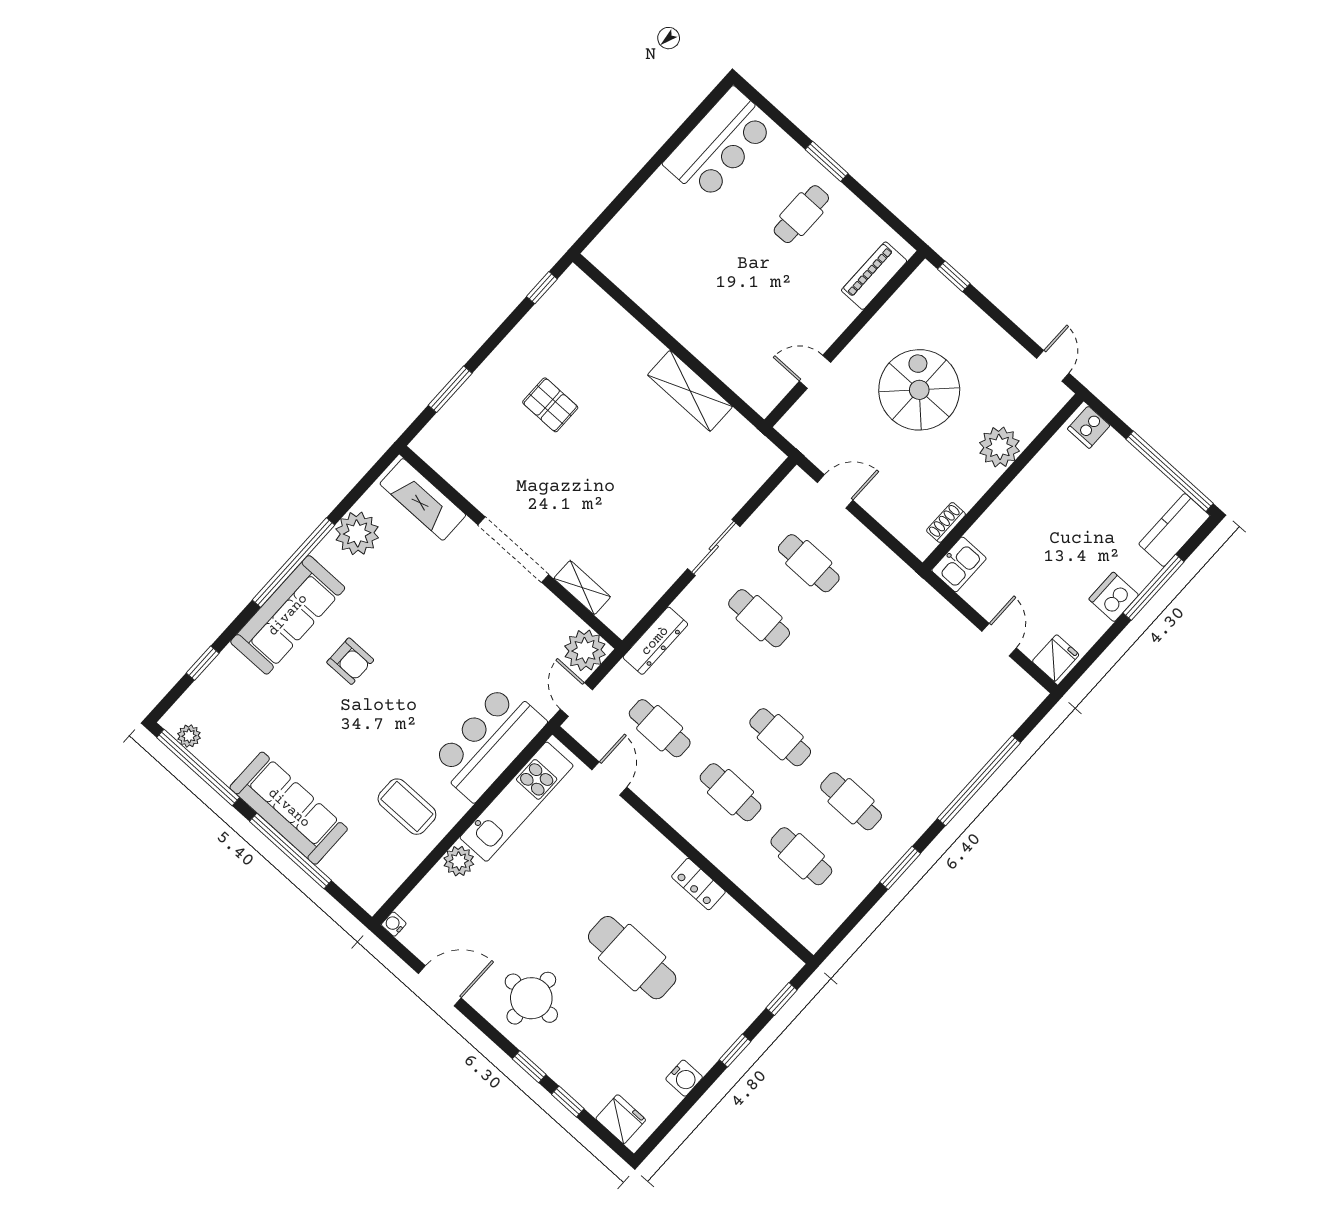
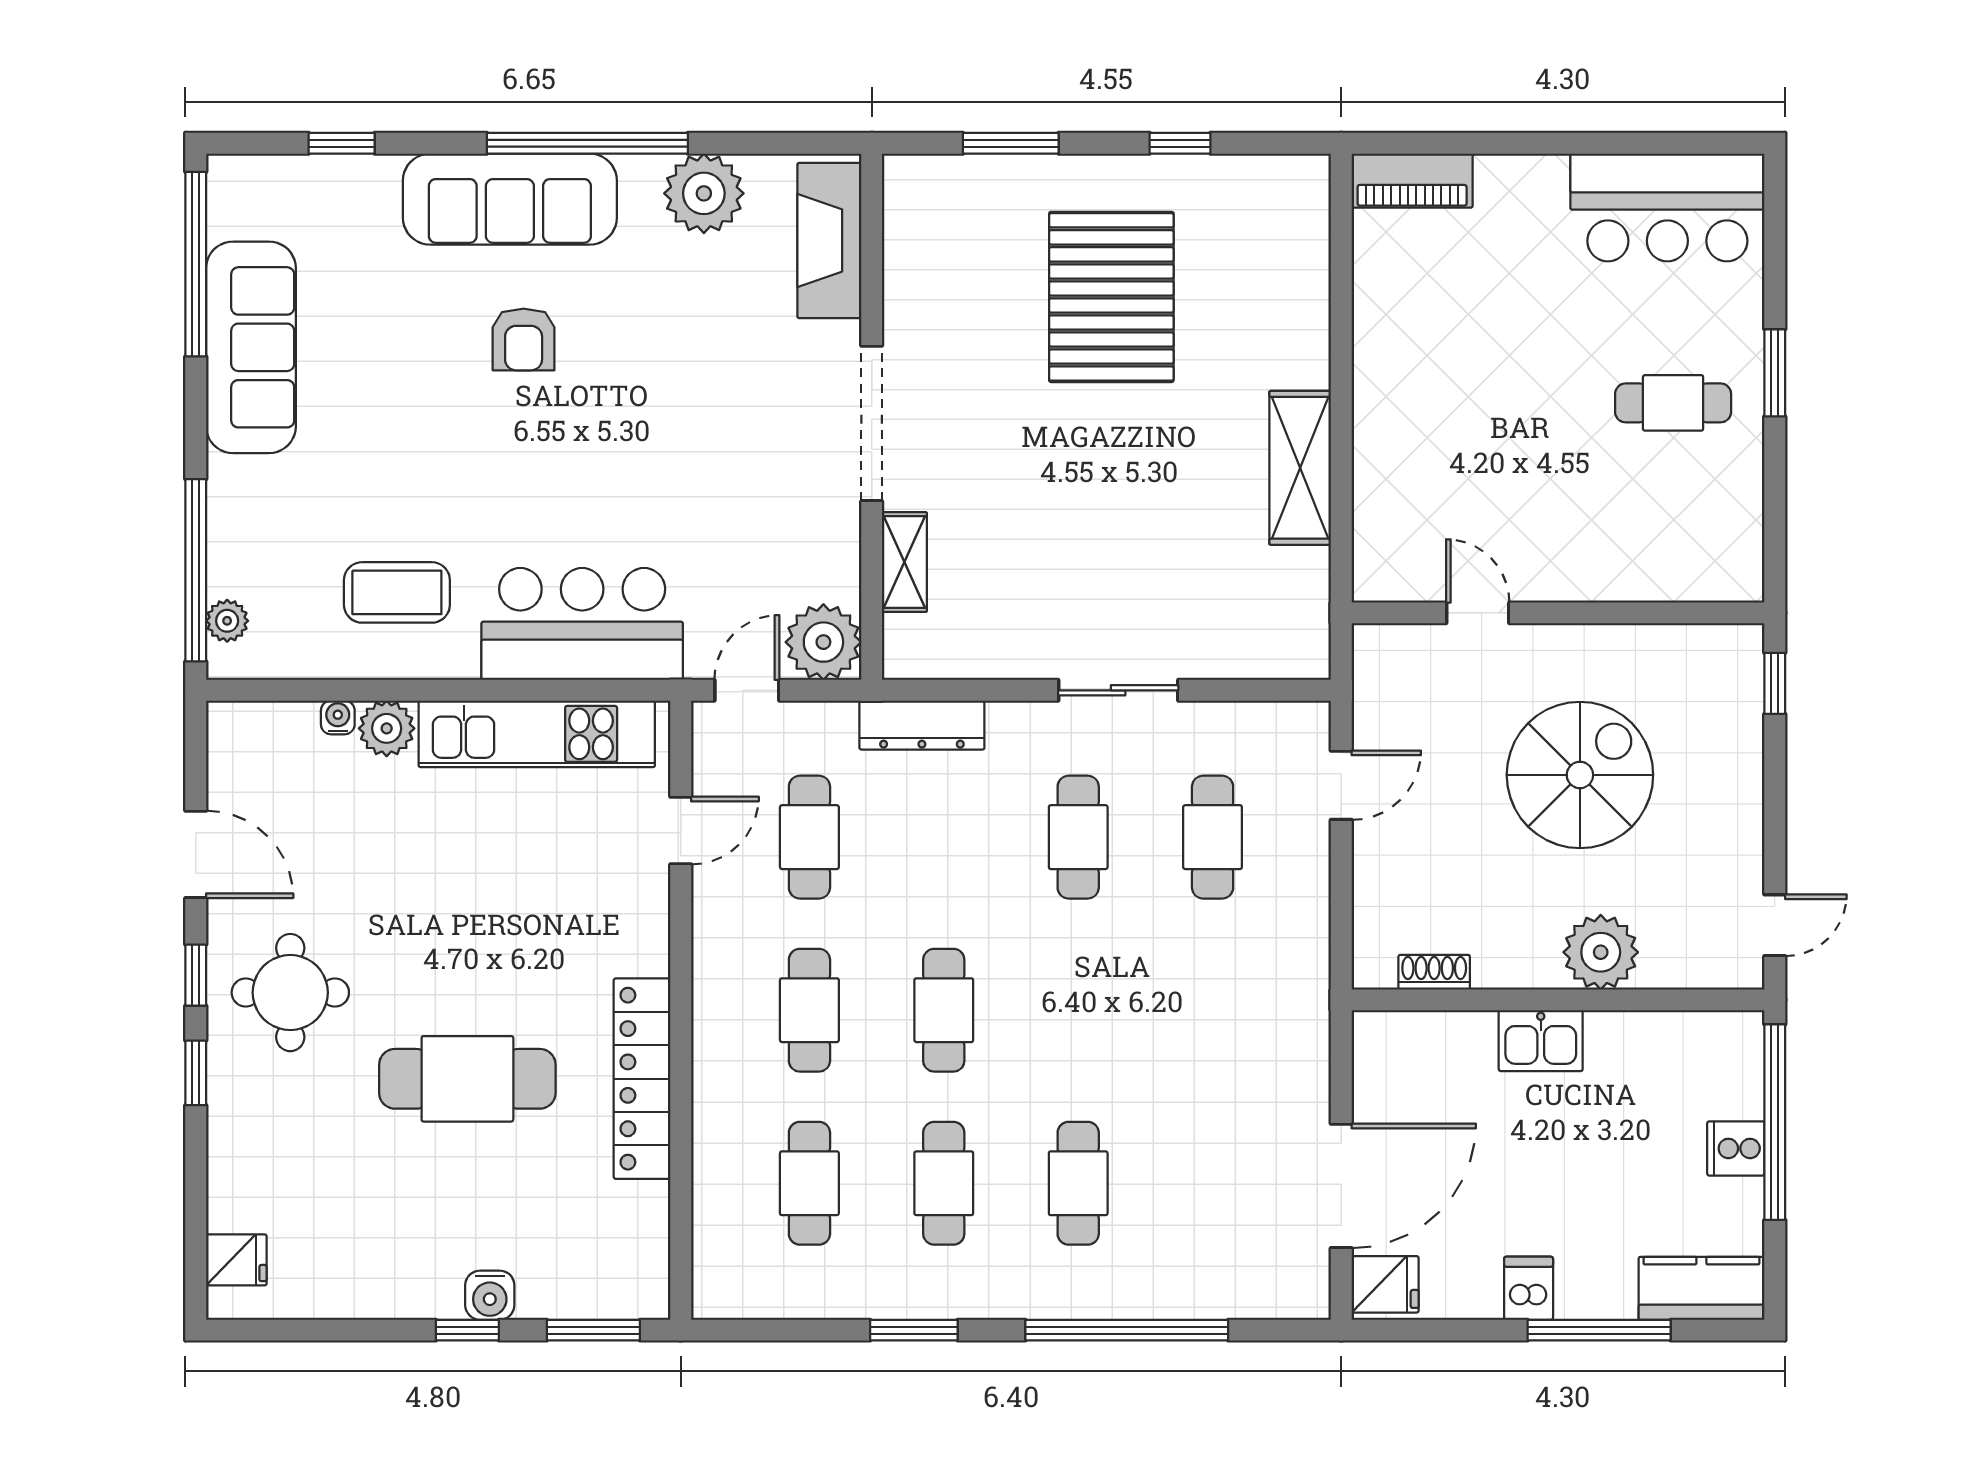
piano: (874, 276) -> (1412, 181), moved, turned 180
window: (542, 288) -> (1180, 143), moved
pallet: (550, 405) -> (1111, 297), width x2.05, depth x2.00
cooker: (1089, 427) -> (1736, 1148), moved
window: (1170, 471) -> (1775, 1122), moved
door: (835, 491) -> (1341, 785), hinge flipped
kitchen sink: (959, 564) -> (1541, 1041), moved
dishwasher: (1114, 597) -> (1529, 1288), width x0.73
door: (999, 640) -> (1341, 1186), width x1.88
plant: (189, 736) -> (227, 621), moved
cafe table: (901, 746) -> (1078, 1183), added
coffee table: (407, 807) -> (397, 592), turned 90
sofa: (289, 808) -> (251, 347), moved
window: (290, 851) -> (196, 570), moved
locker: (698, 884) -> (642, 1079), width x2.16, depth x1.21
water cooler: (394, 924) -> (338, 717), moved
cafe table: (632, 958) -> (467, 1079), turned 90
window: (782, 999) -> (593, 1330), width x1.50
water cooler: (684, 1078) -> (490, 1295), moved
window: (568, 1102) -> (196, 975), moved
fridge: (621, 1119) -> (236, 1260), width x0.72

